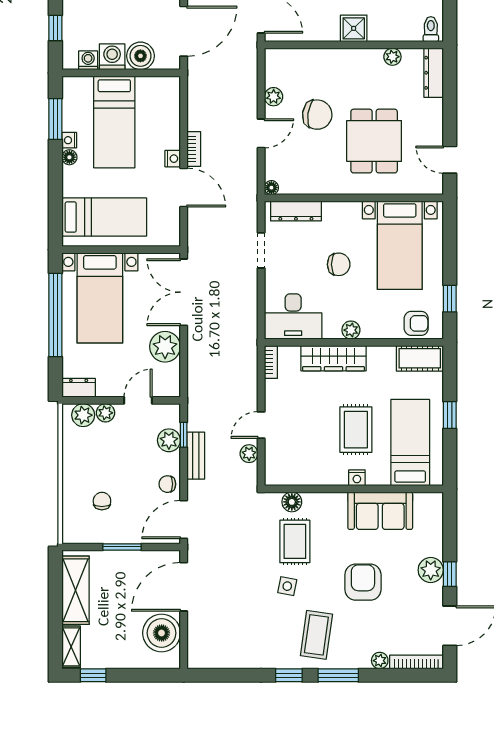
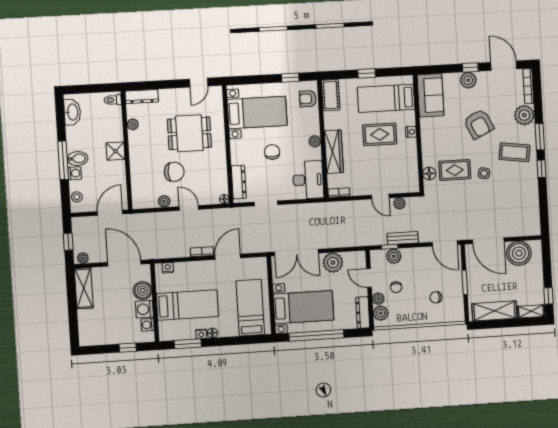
chair: (317, 115) -> (174, 172), turned 82
nightstand: (173, 159) -> (168, 268), moved
armchair: (416, 323) -> (308, 99), turned -90
dresser: (79, 388) -> (363, 312), width x1.44
chair: (167, 484) -> (396, 287), moved
sofa: (380, 511) -> (431, 95), moved
armchair: (363, 582) -> (479, 124), turned -116
plant: (380, 661) -> (524, 115), width x1.88, depth x1.88

